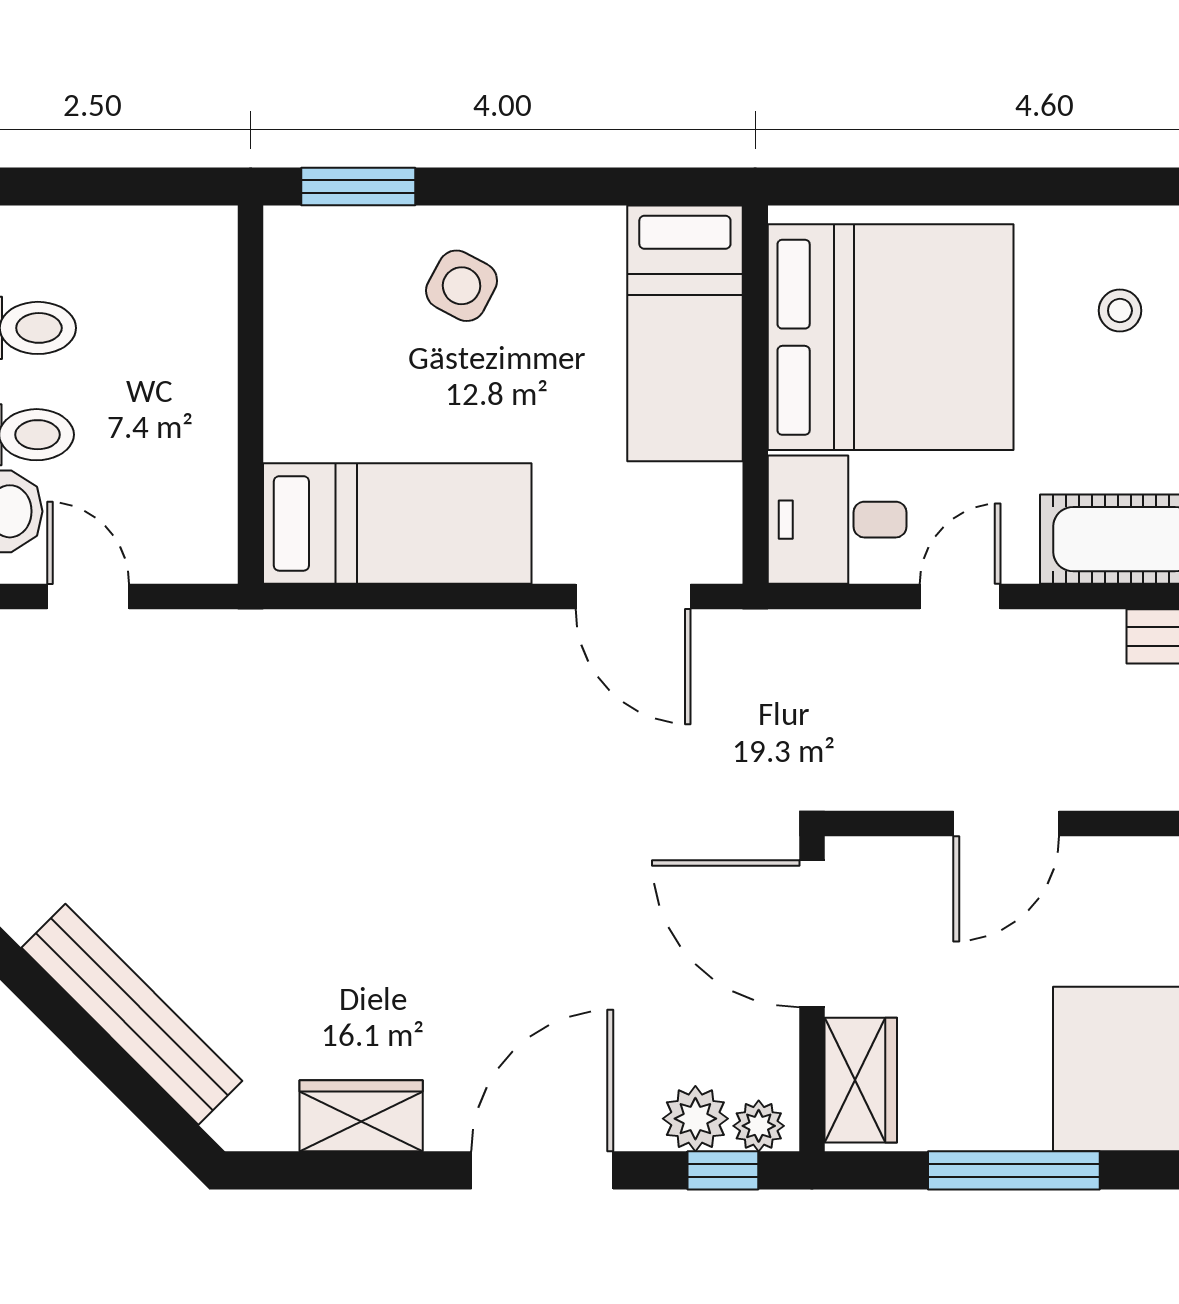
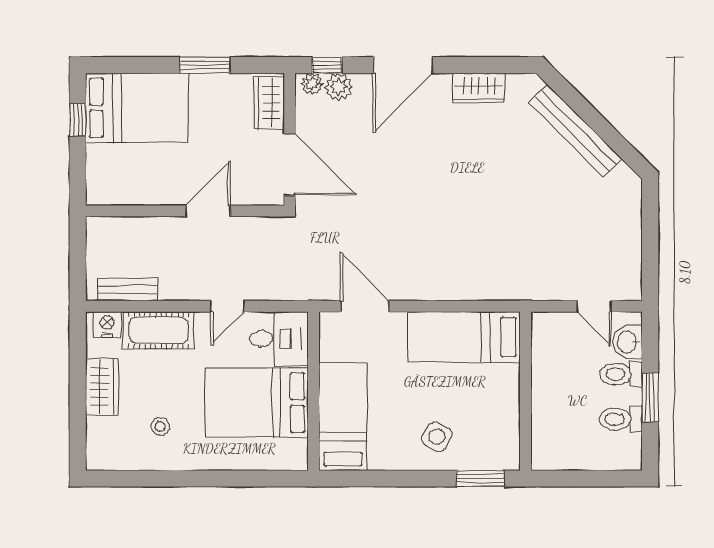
bed: (891, 337) -> (257, 403), width x0.73
window: (1014, 1170) -> (205, 65), width x0.69

